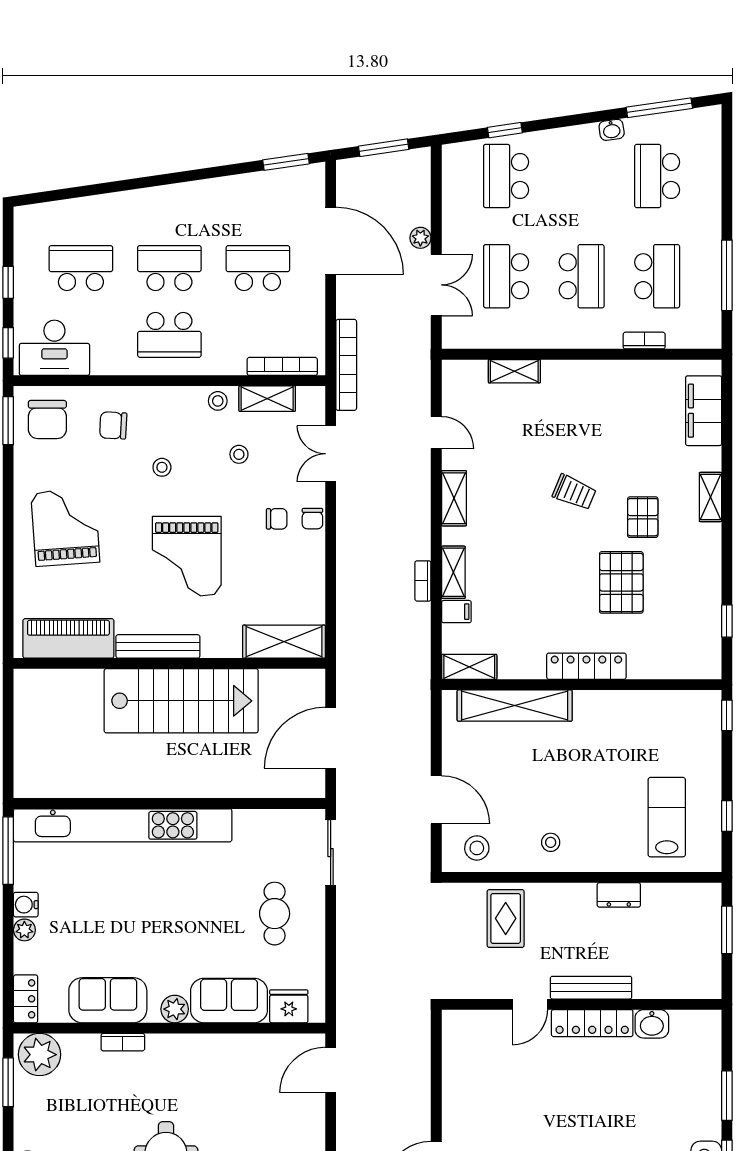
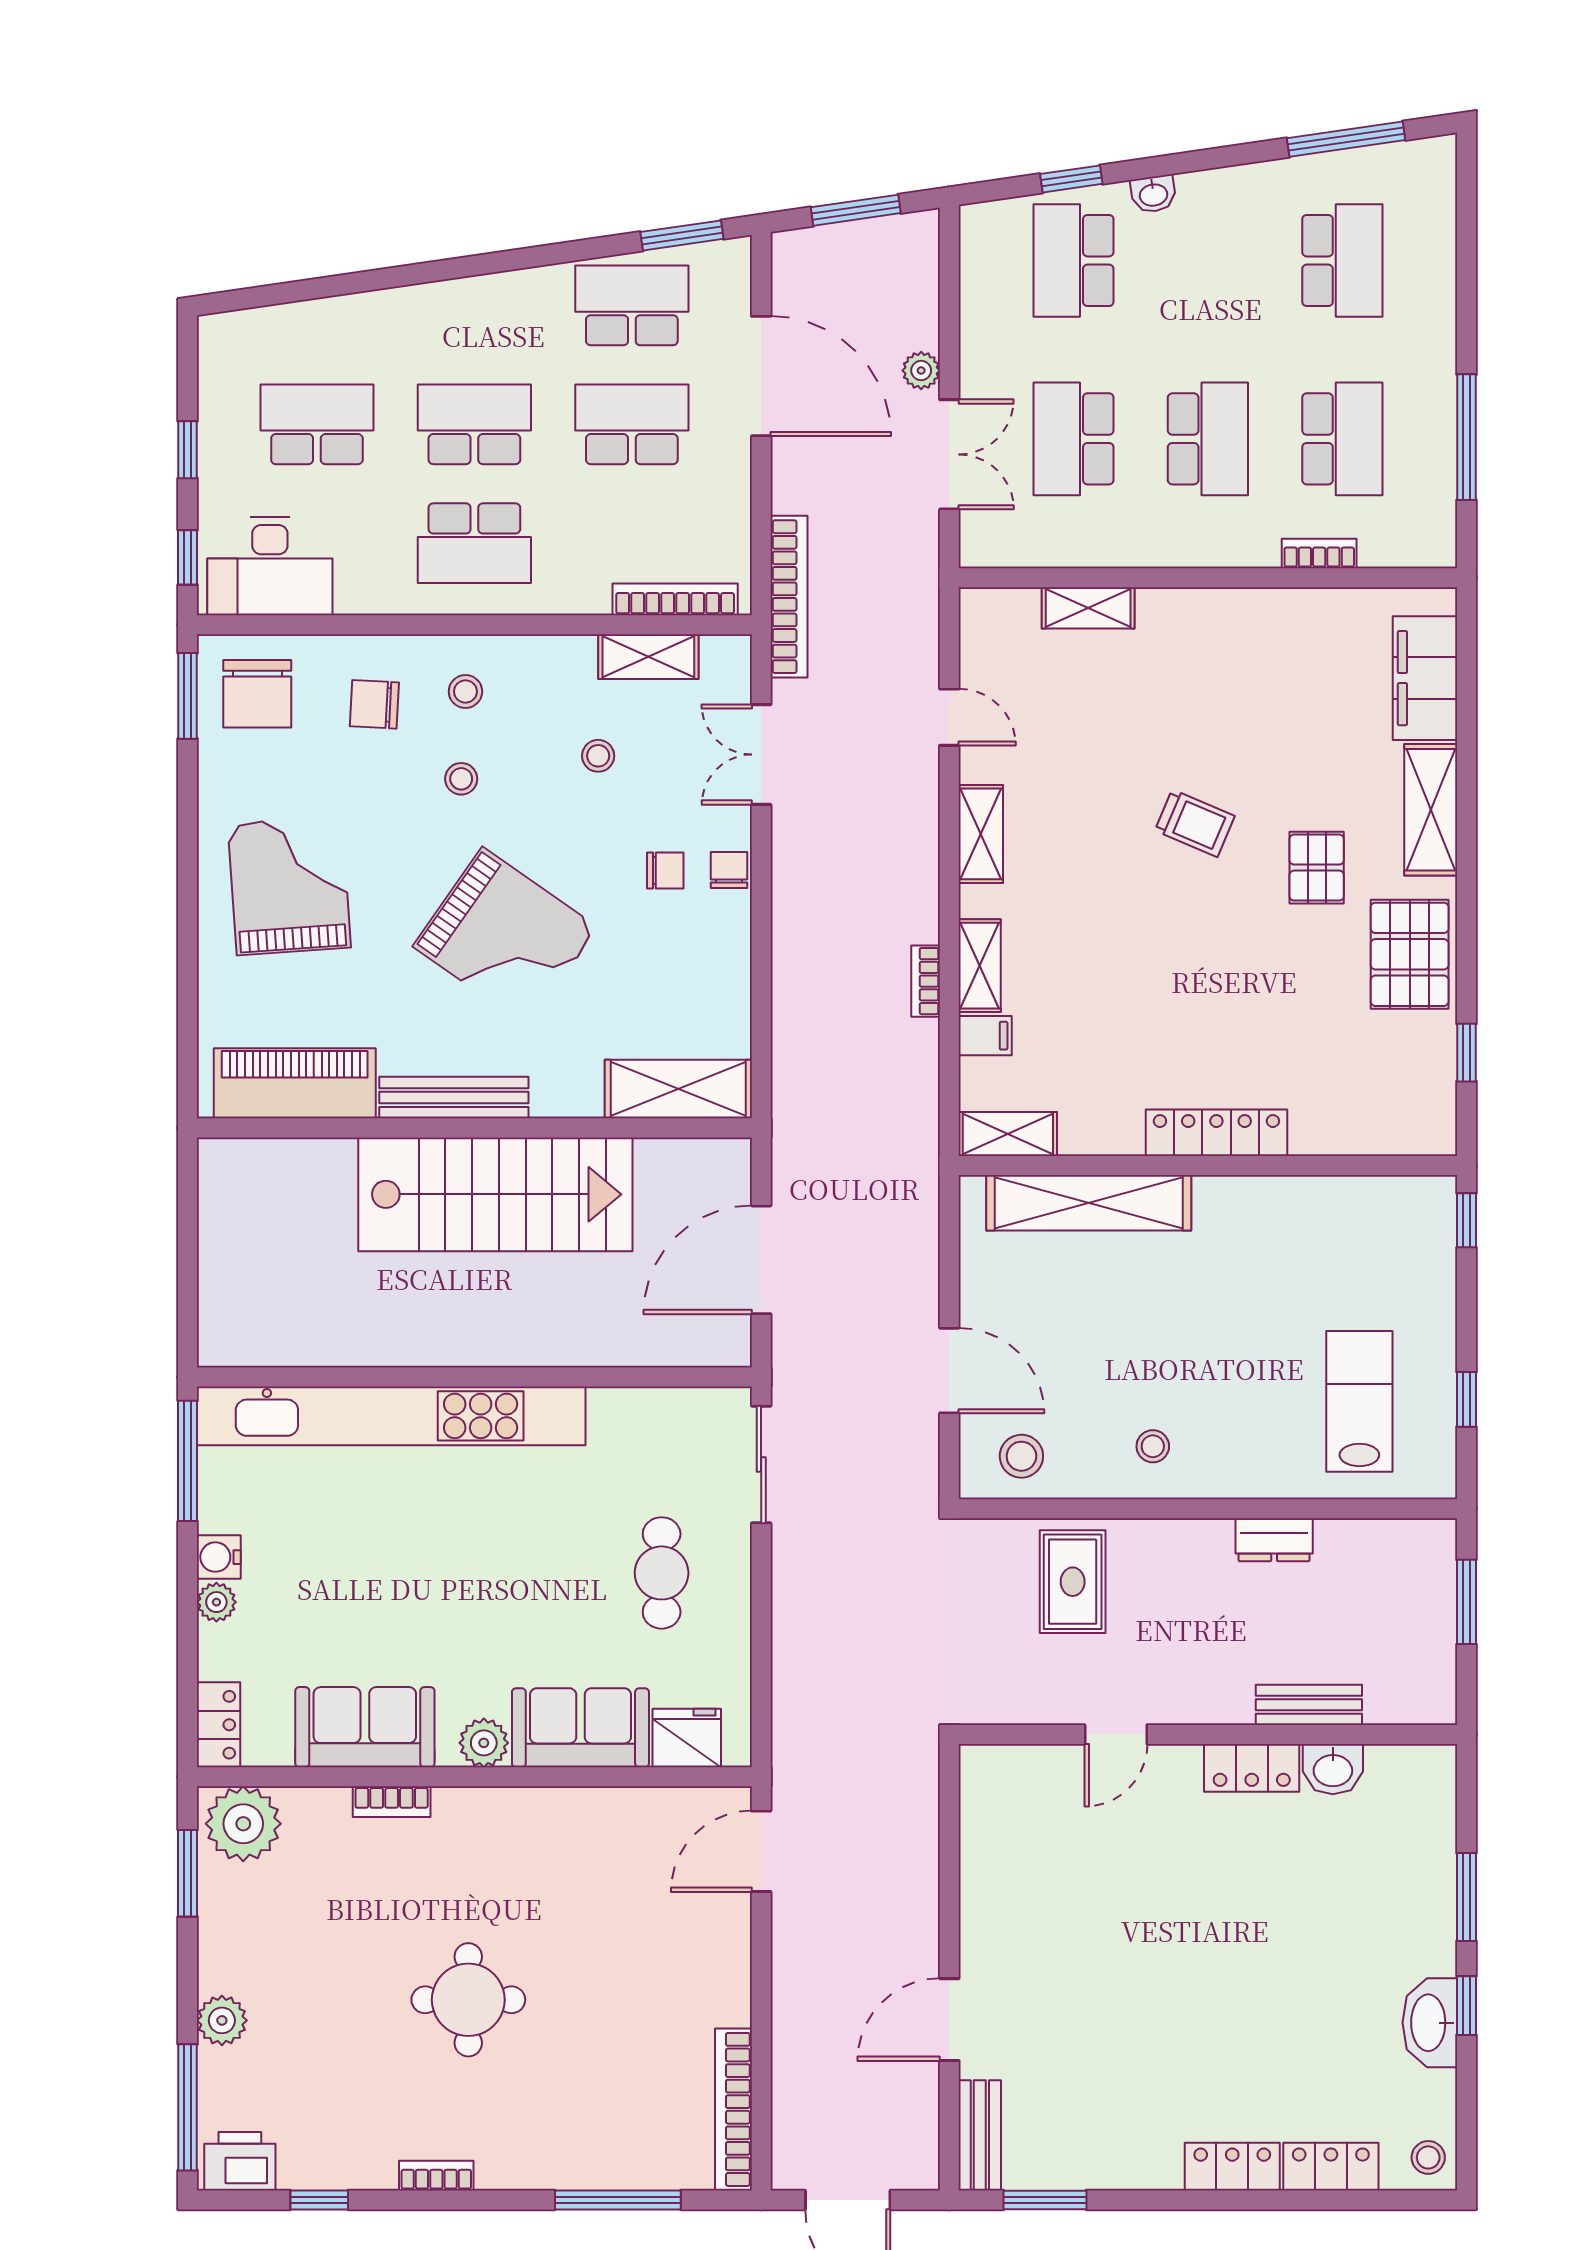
washbasin: (612, 130) -> (1153, 194), moved
school desk: (657, 176) -> (1342, 260), turned 180
school desk: (258, 201) -> (632, 305), added
stool: (218, 401) -> (465, 691), moved
shelving: (711, 497) -> (1431, 810), width x1.50, depth x1.33
chair: (312, 519) -> (729, 870), turned 180
grand piano: (187, 556) -> (505, 937), turned -55
pallet: (621, 582) -> (1410, 954), moved
bench: (591, 988) -> (1309, 1705), moved, width x0.73
locker: (592, 1023) -> (1252, 1768), width x0.66

